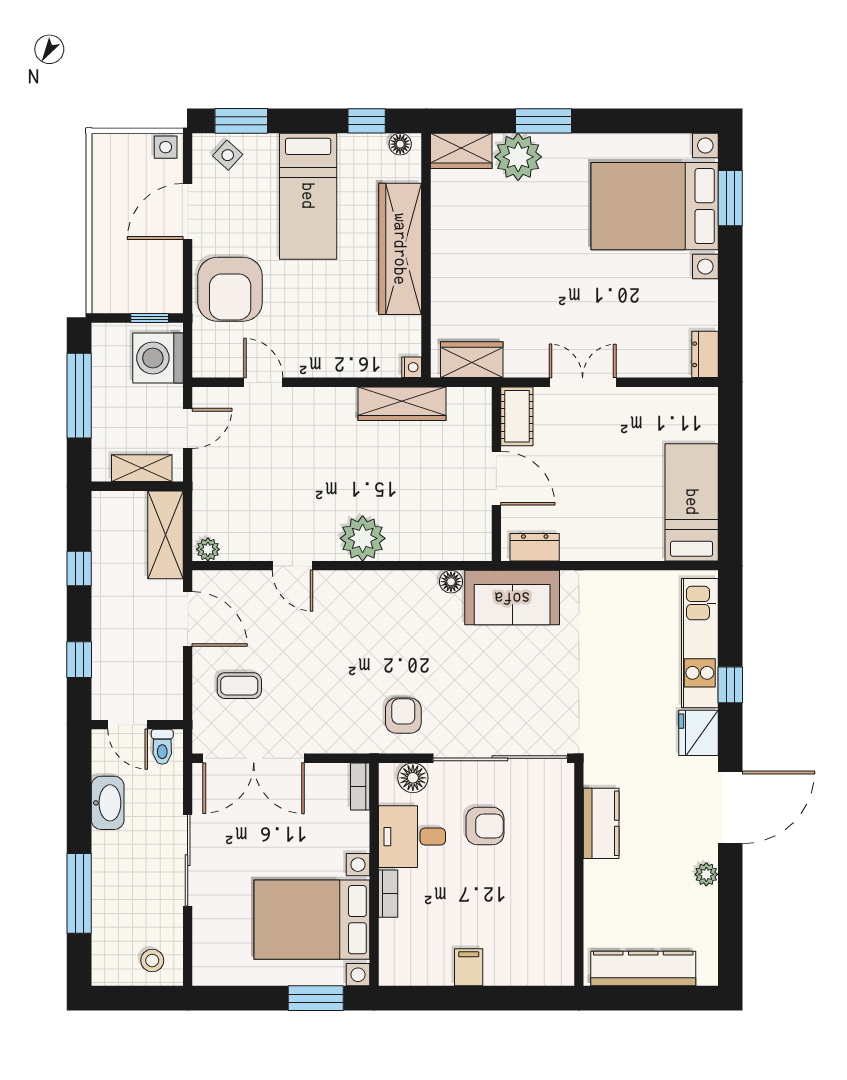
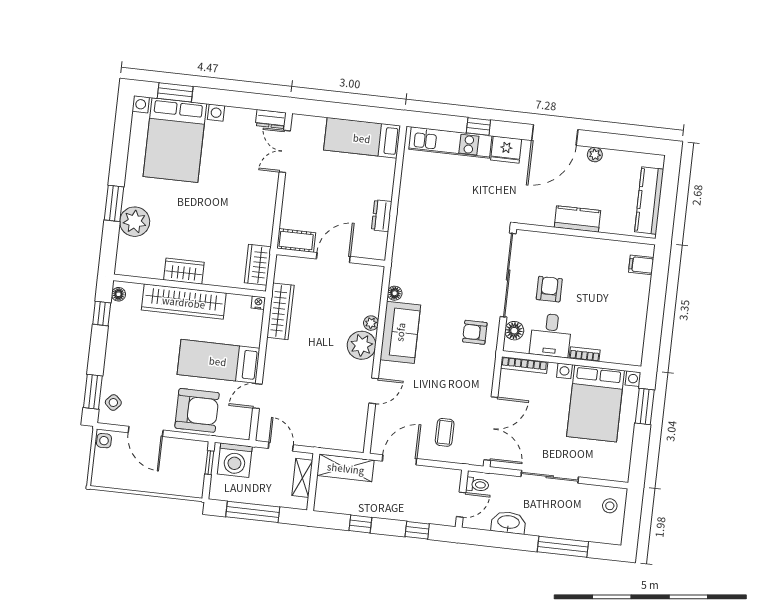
wardrobe: (461, 151) -> (184, 271), moved, turned -90
bed: (308, 196) -> (218, 361), moved, turned 180
double door: (583, 382) -> (285, 151), moved
dresser: (535, 547) -> (382, 216), moved
plant: (208, 549) -> (371, 323), moved
sofa: (512, 598) -> (400, 332), moved
bookcase: (360, 786) -> (524, 365), width x1.56
door: (730, 807) -> (555, 135), swing flipped
kitchen counter: (601, 823) -> (577, 219), moved
filing cabinet: (469, 967) -> (641, 265), moved

